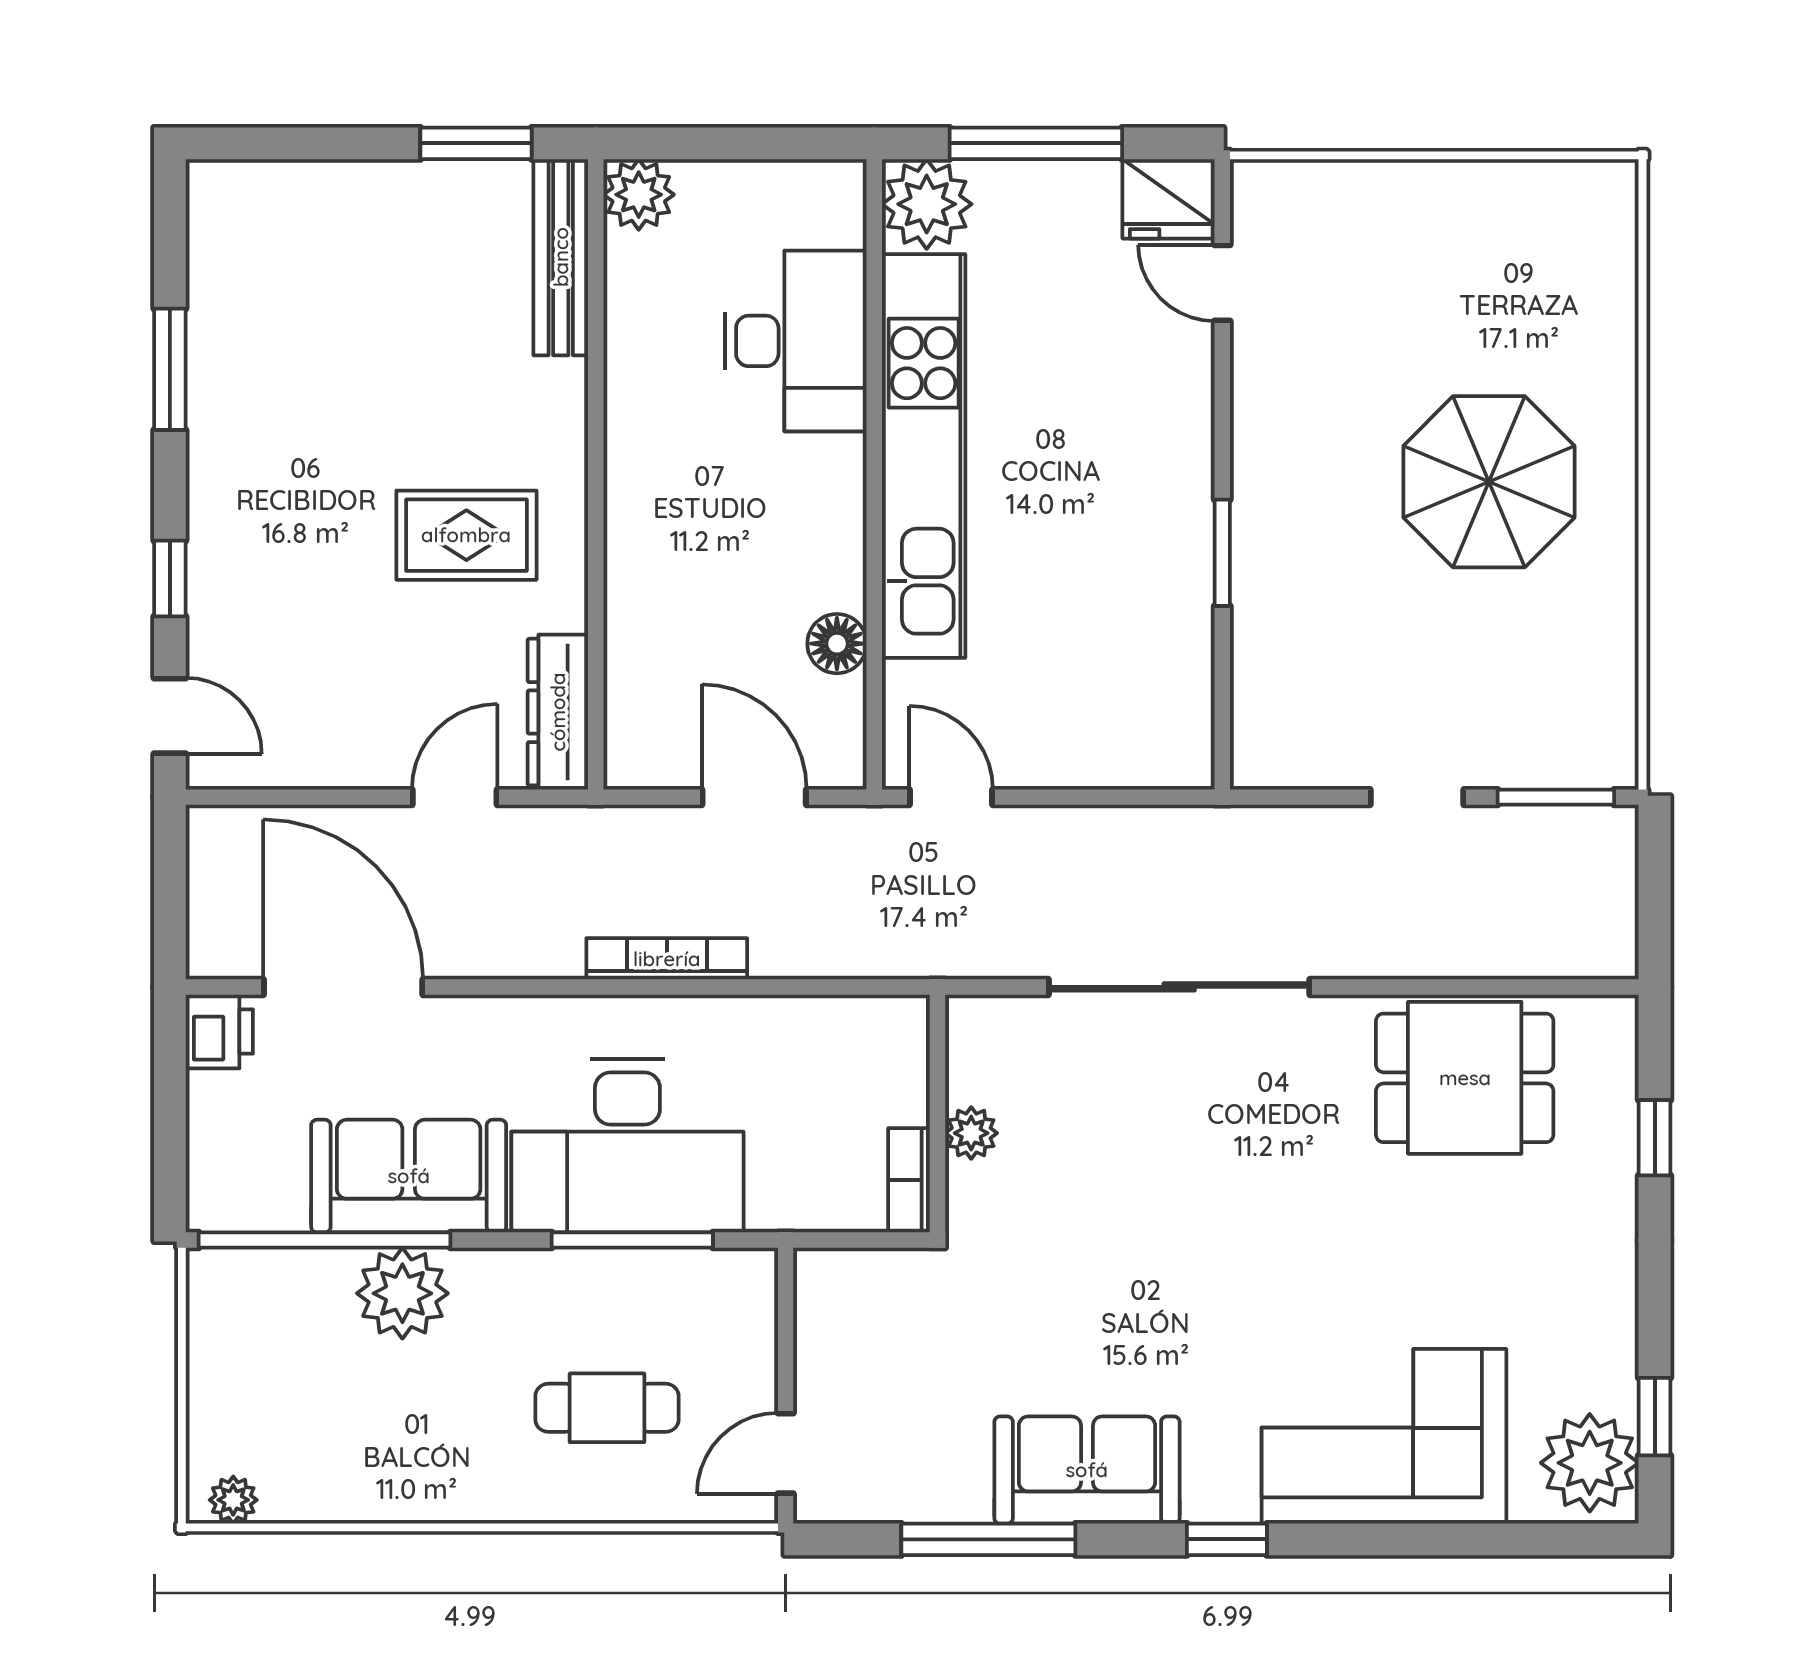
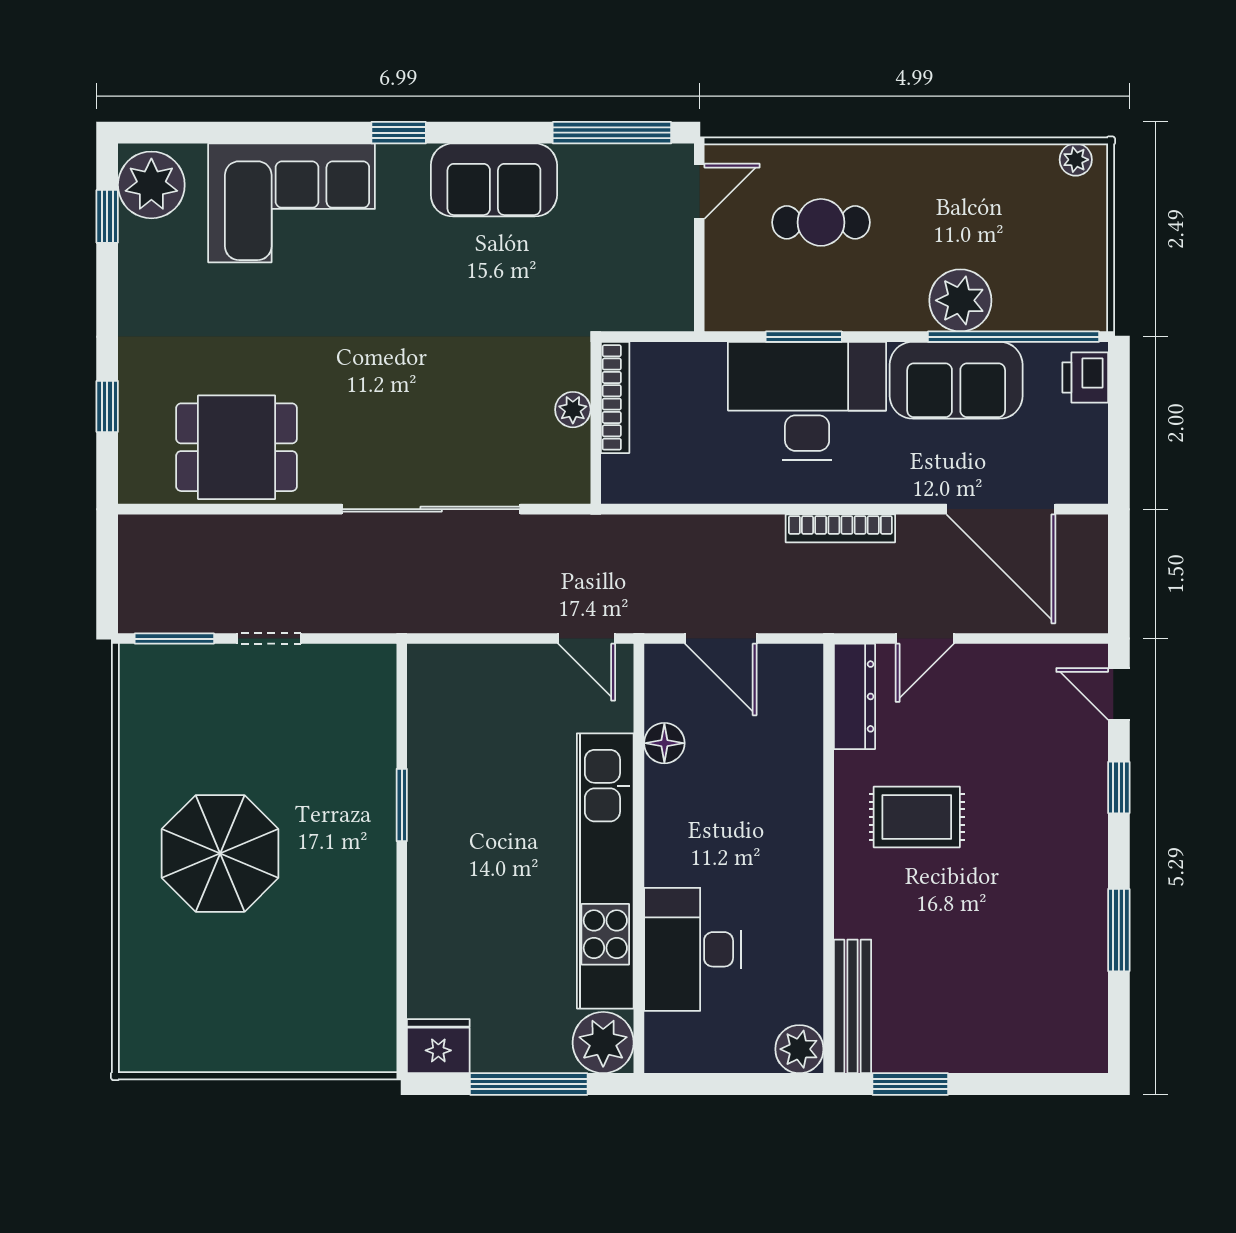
door: (1222, 283) -> (402, 989), removed
bookcase: (667, 959) -> (840, 528), moved
printer: (219, 1031) -> (1085, 377), moved
bookcase: (909, 1180) -> (615, 397), width x1.56
window: (632, 1240) -> (804, 337), width x0.69
window: (988, 1539) -> (612, 133), moved

